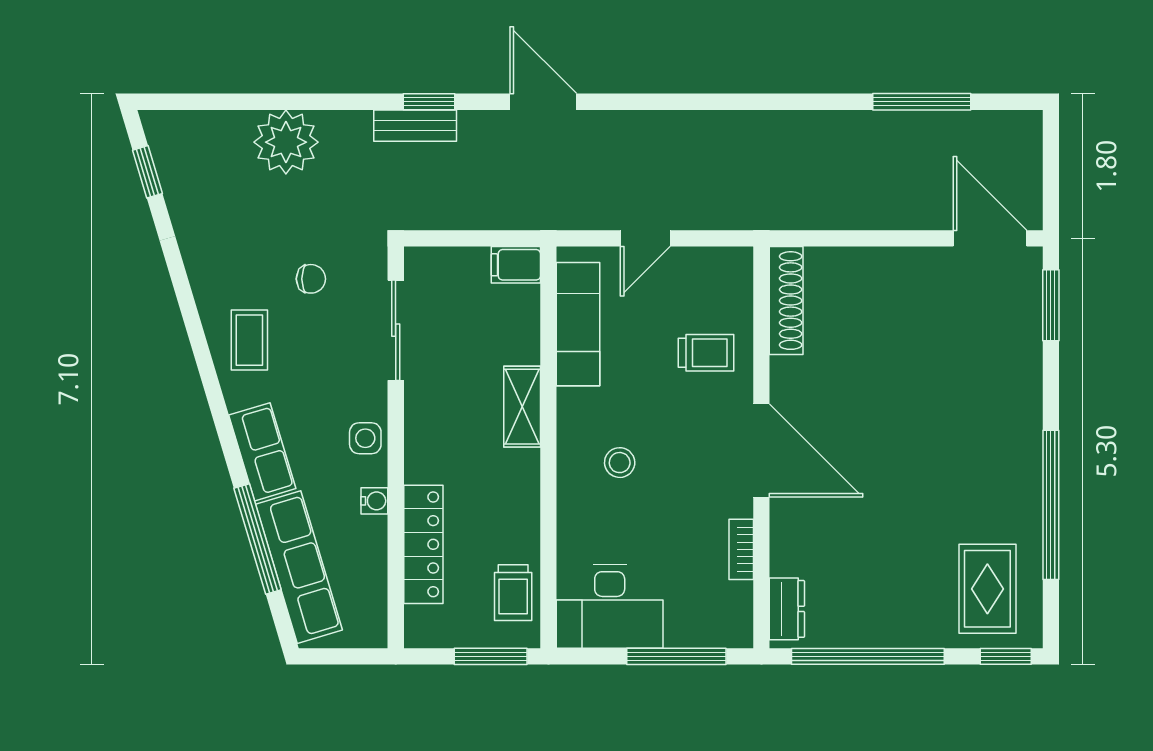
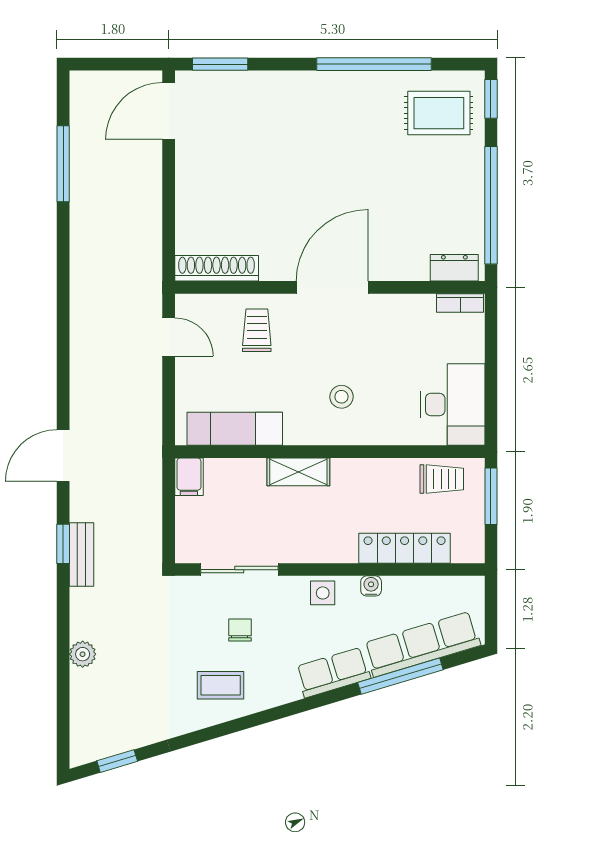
plant: (286, 142) -> (83, 654), width x0.53, depth x0.53
door: (645, 238) -> (169, 337), moved
chair: (311, 279) -> (240, 630), moved
coffee table: (249, 340) -> (221, 685), moved
bookcase: (741, 549) -> (460, 303), moved
window: (676, 656) -> (491, 353), removed

